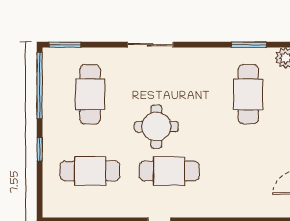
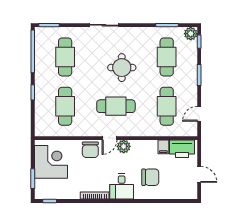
round table: (156, 127) -> (122, 68), moved
cafe table: (90, 171) -> (65, 106), turned 90
cafe table: (248, 171) -> (167, 106), added

